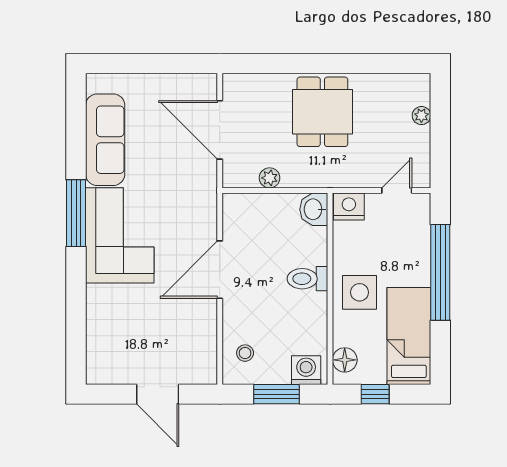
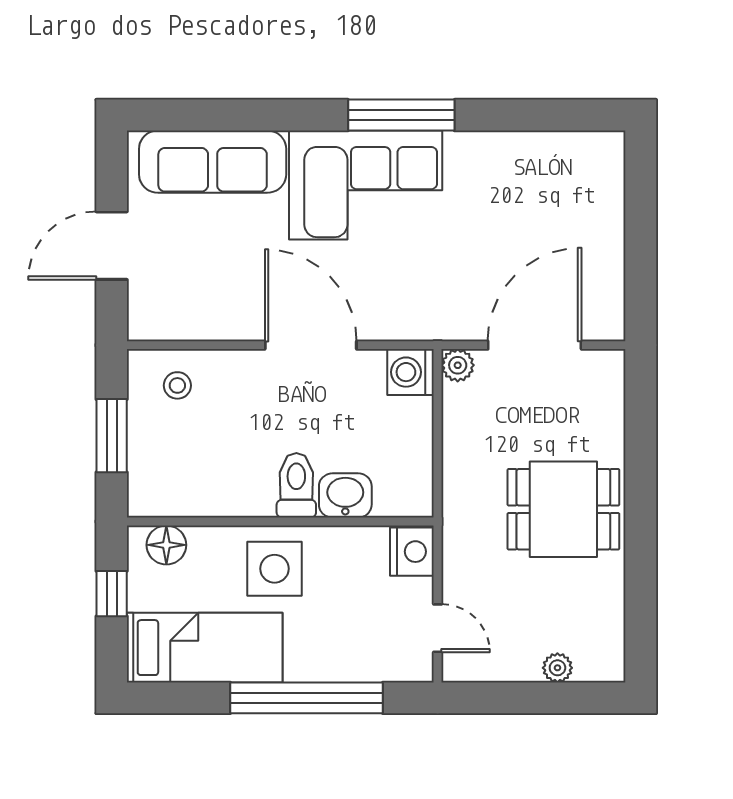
sofa: (105, 140) -> (213, 162), moved
plant: (270, 178) -> (458, 365), moved
washbasin: (314, 209) -> (345, 495), moved
washing machine: (306, 370) -> (411, 372), moved, turned 180

